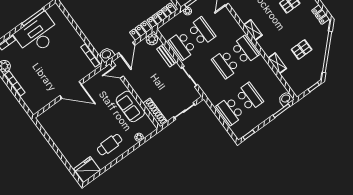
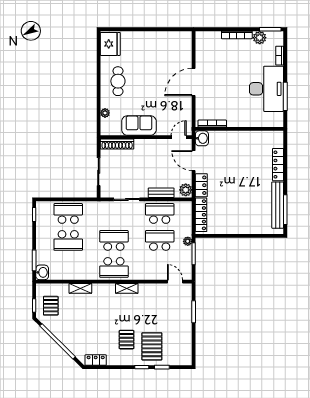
school desk: (202, 31) -> (160, 240), turned 180
pallet: (302, 50) -> (51, 306), moved

